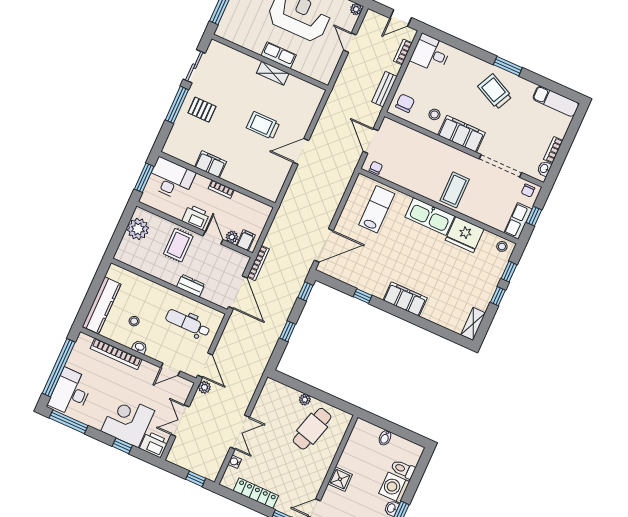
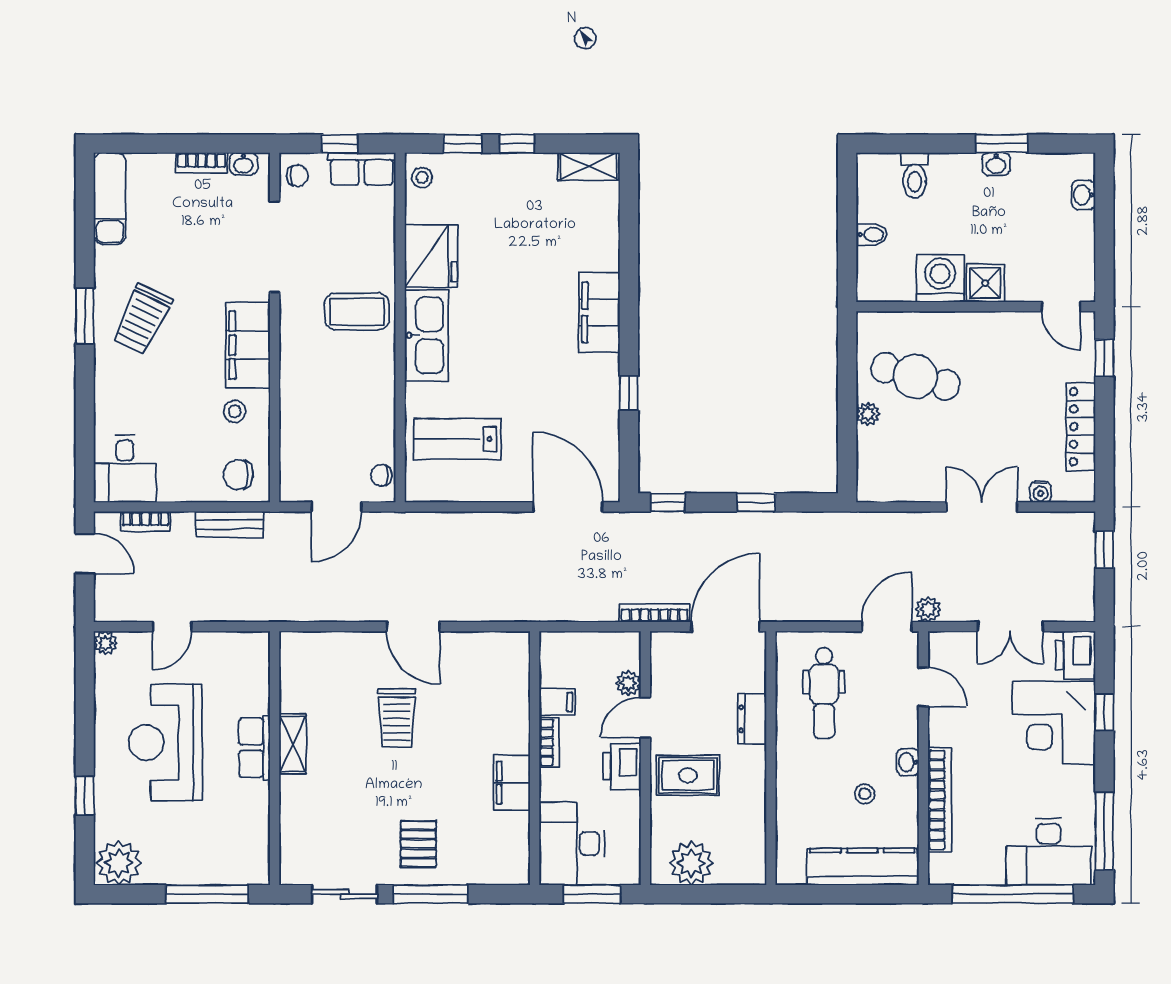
filing cabinet: (246, 240) -> (557, 702), moved, turned 180
washing machine: (394, 487) -> (940, 278), moved, turned 180

